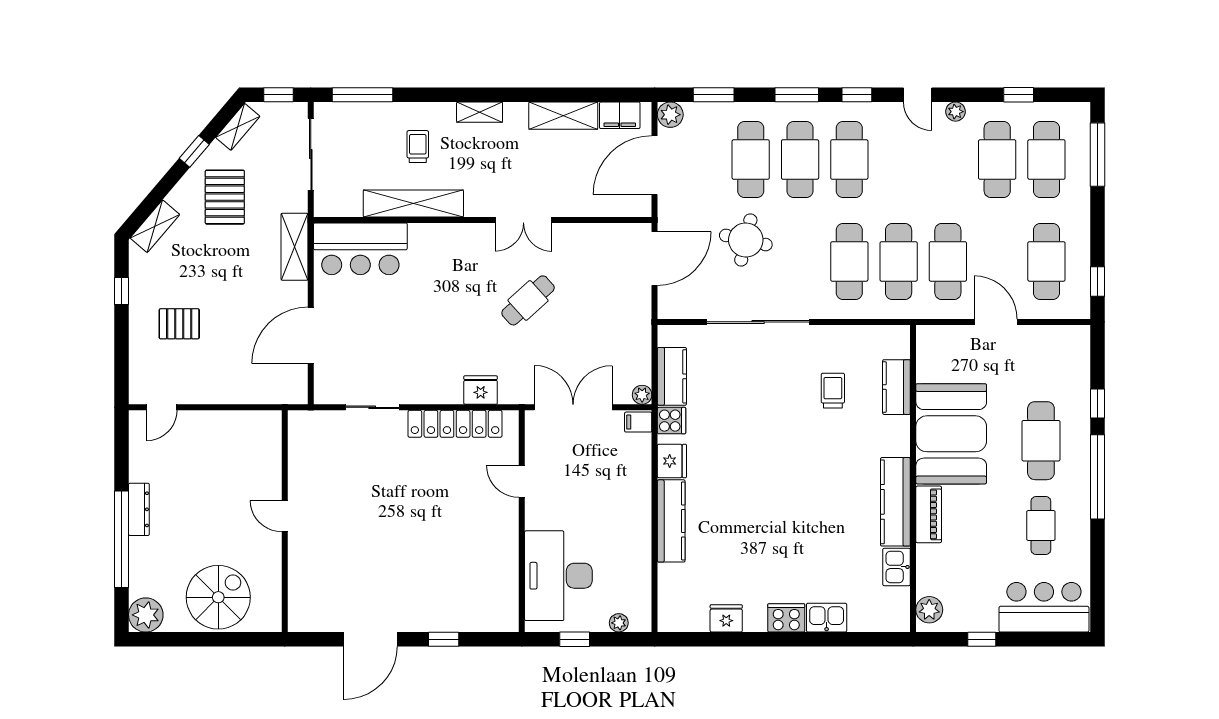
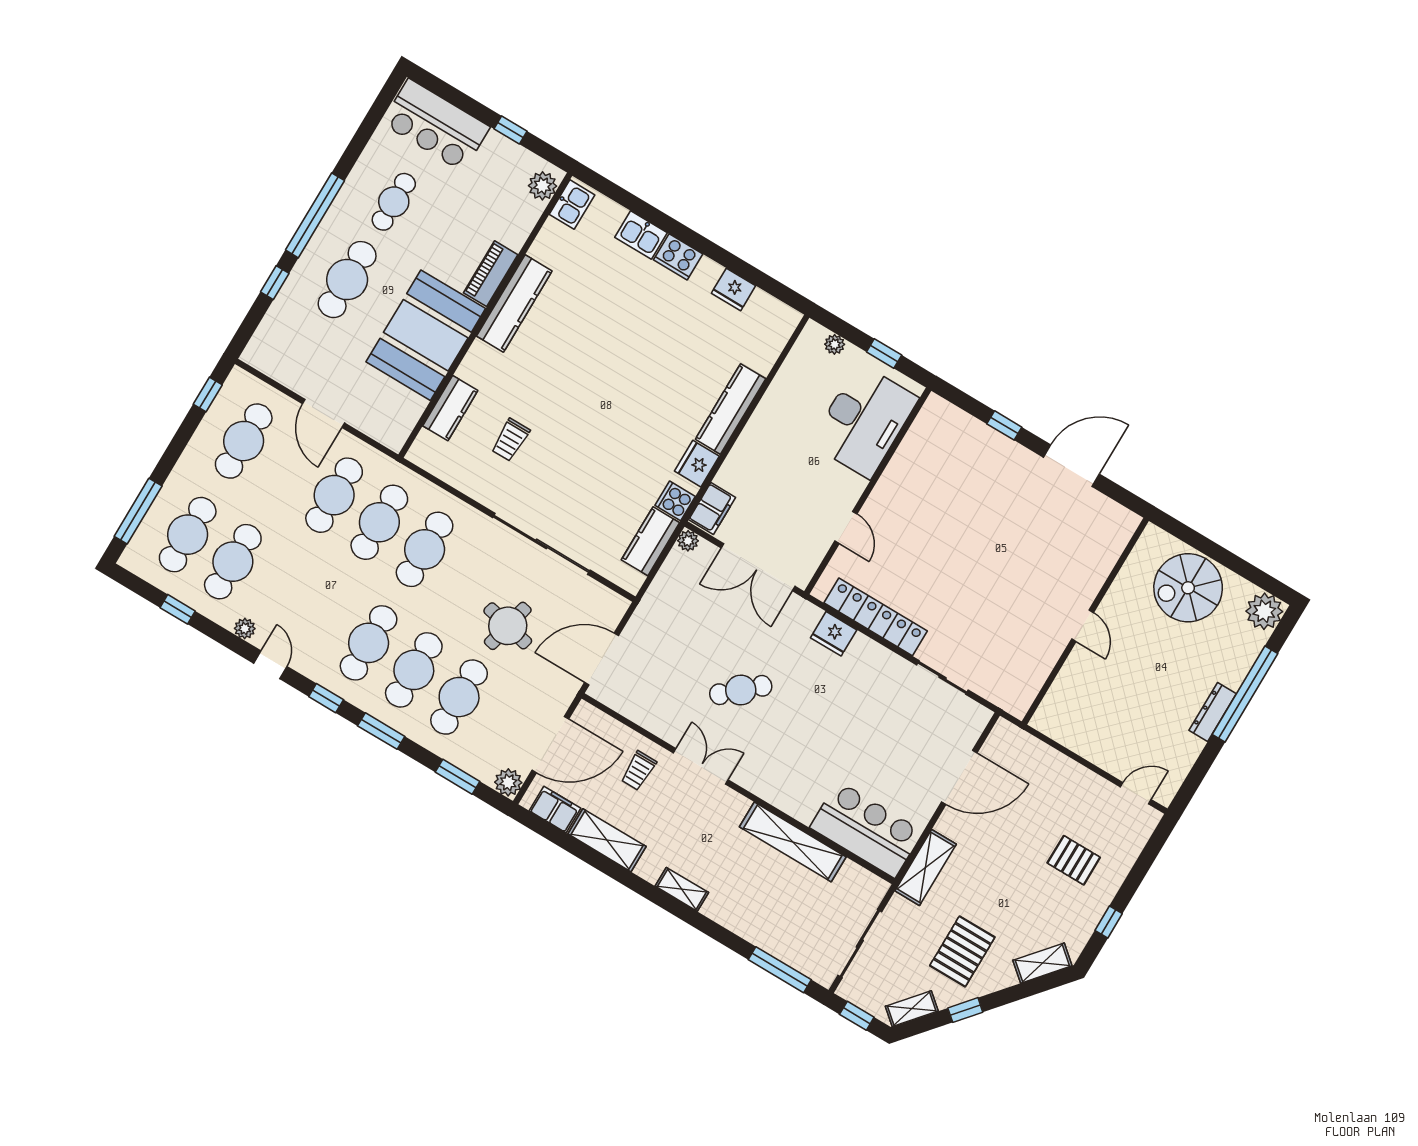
trolley: (418, 146) -> (639, 771), moved
filing cabinet: (638, 422) -> (712, 509), width x2.00
kitchen sink: (897, 567) -> (572, 205), moved

